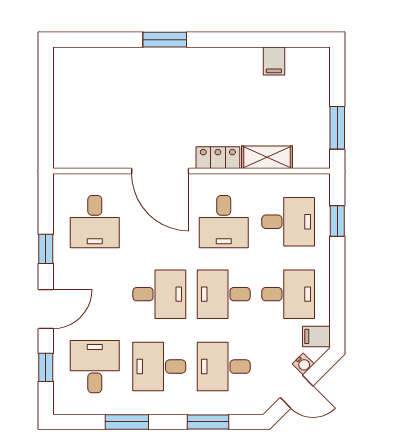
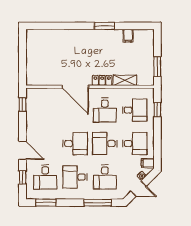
window: (165, 40) -> (105, 26), moved
desk: (95, 222) -> (45, 110), removed
window: (46, 249) -> (23, 104), moved
door: (46, 309) -> (23, 150), hinge flipped
desk: (95, 367) -> (45, 177), turned 180
desk: (224, 367) -> (105, 177), turned -90
window: (127, 422) -> (46, 203), moved
window: (208, 422) -> (98, 203), width x1.44

